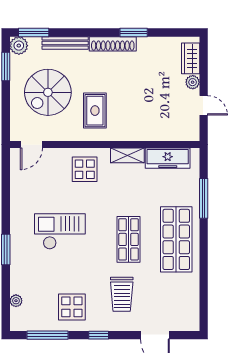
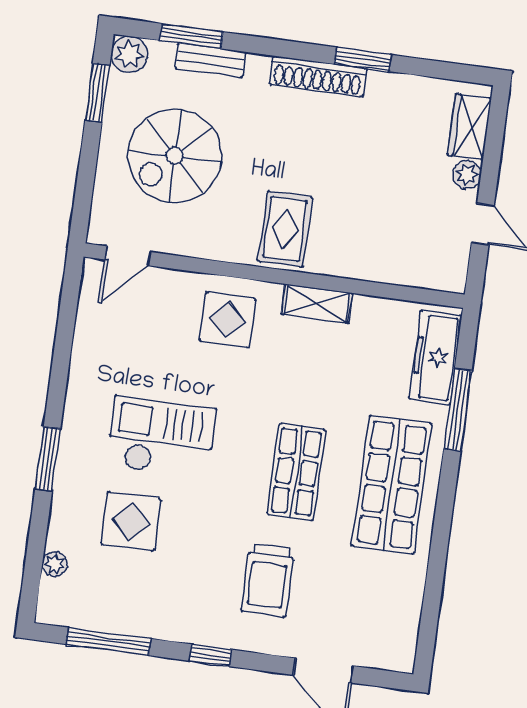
window: (34, 32) -> (191, 36), moved
bench: (65, 43) -> (210, 60), width x0.73
rug: (95, 111) -> (285, 229), moved
freezer: (168, 158) -> (435, 357), moved, turned 90
display table: (72, 307) -> (131, 522), moved

